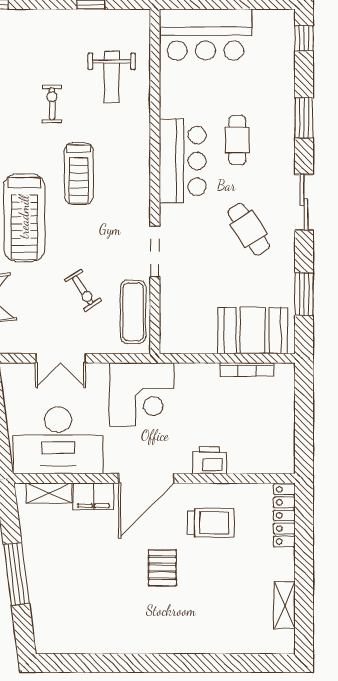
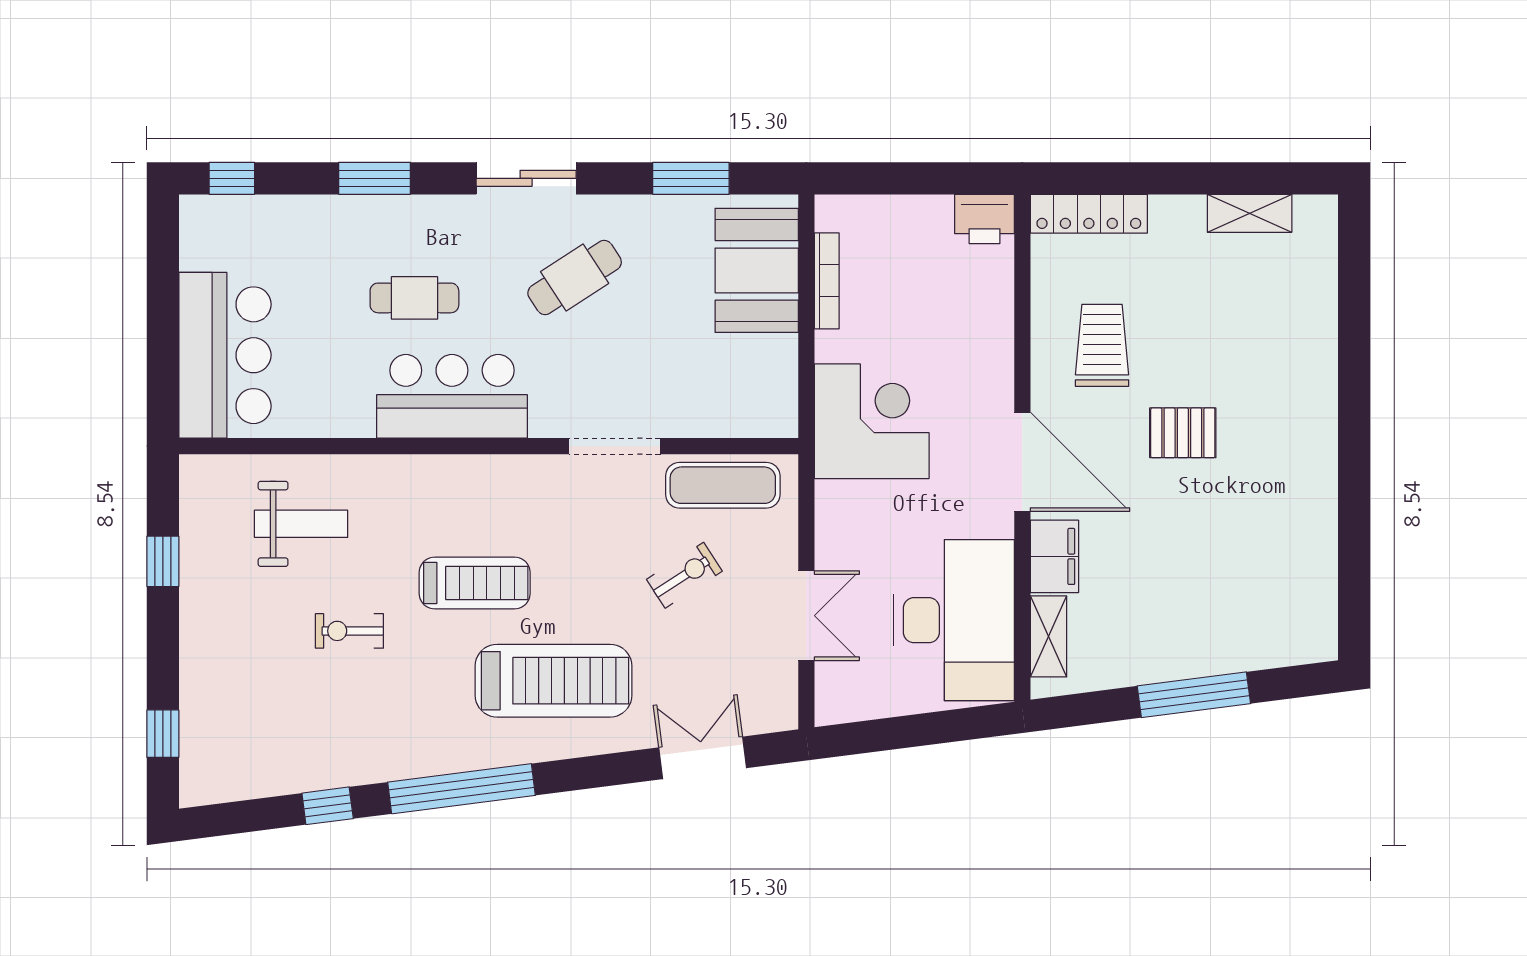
corner desk: (142, 395) -> (872, 421), moved
printer: (210, 460) -> (985, 219), moved, turned -90

